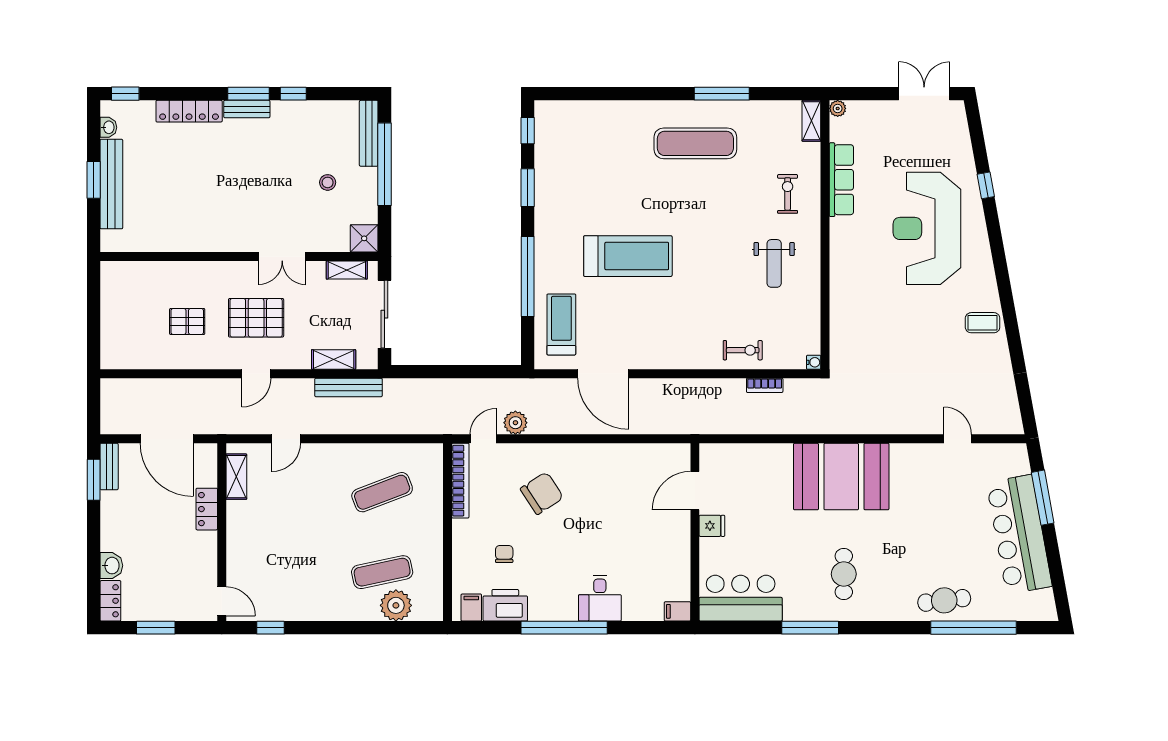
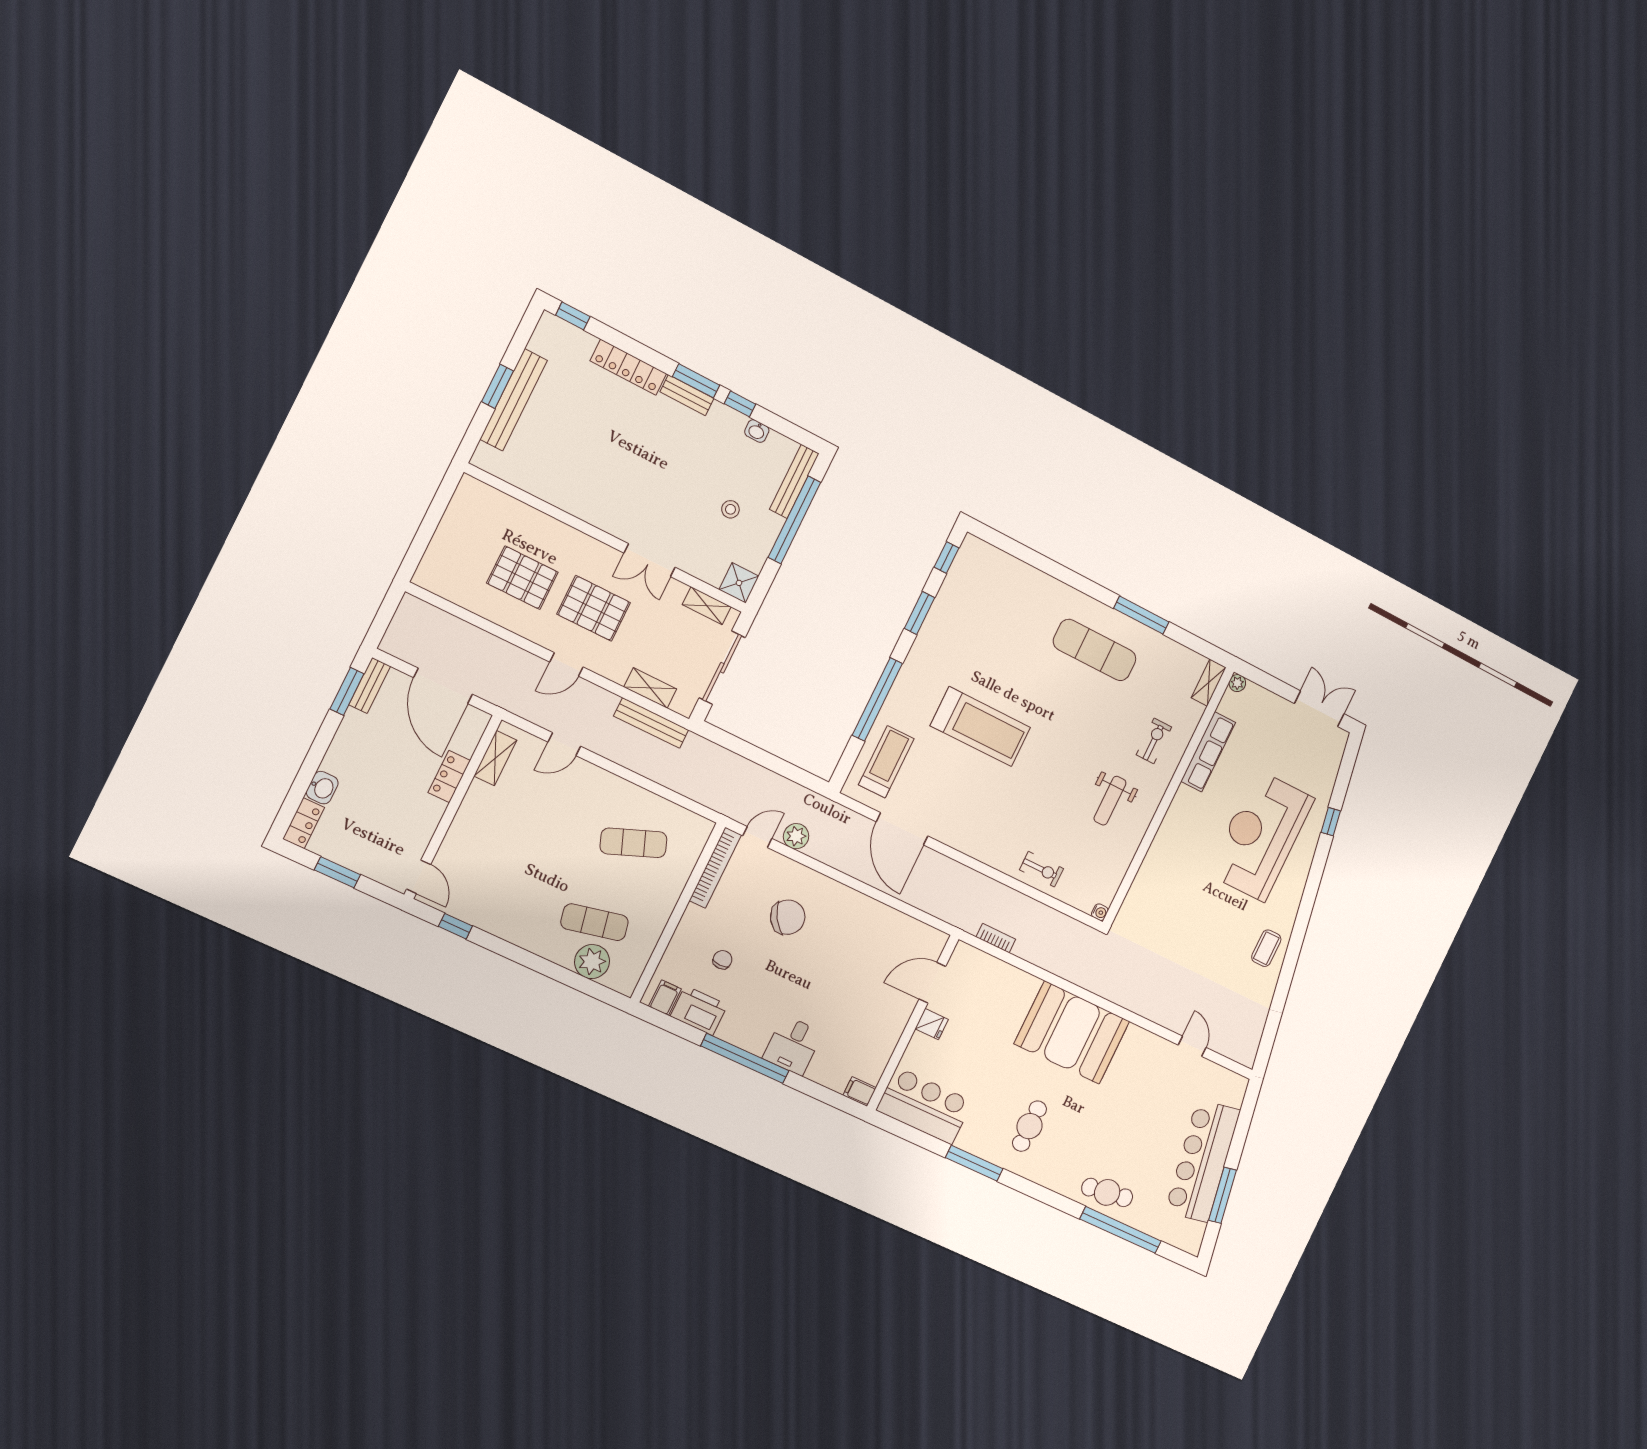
washbasin: (108, 127) -> (757, 431), moved, turned 90
pallet: (187, 321) -> (522, 578), width x1.50, depth x1.42
coffee table: (983, 323) -> (1266, 948), turned 90
bookcase: (765, 385) -> (996, 938), moved, turned 180
window: (1043, 498) -> (1222, 1195), moved

